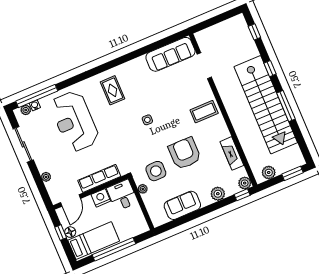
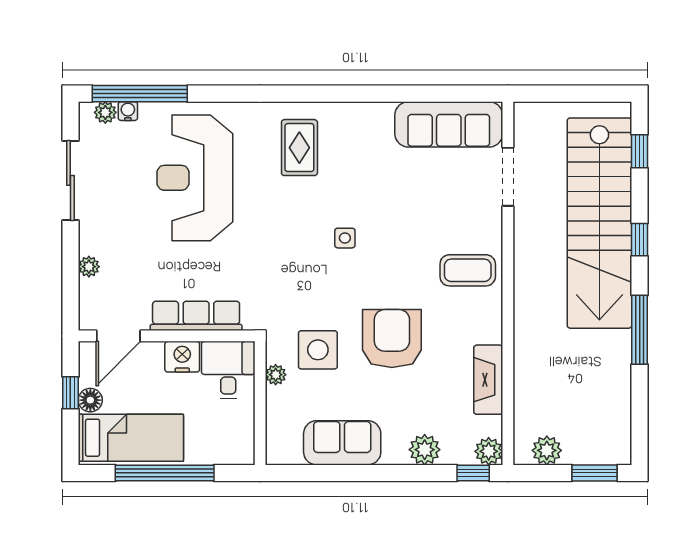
stairs: (266, 105) -> (599, 223), moved

